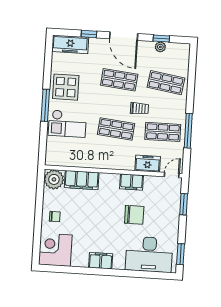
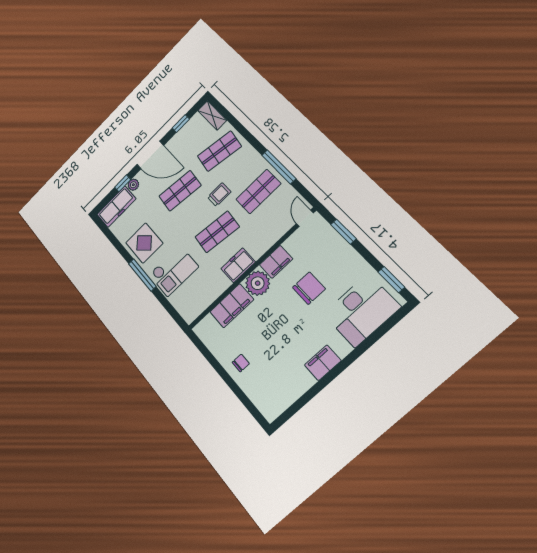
plant: (160, 47) -> (133, 185), moved
shelving: (184, 56) -> (212, 116), added
freezer: (148, 164) -> (238, 265), moved
plant: (54, 179) -> (258, 283), moved
corner desk: (55, 250) -> (271, 394), removed

